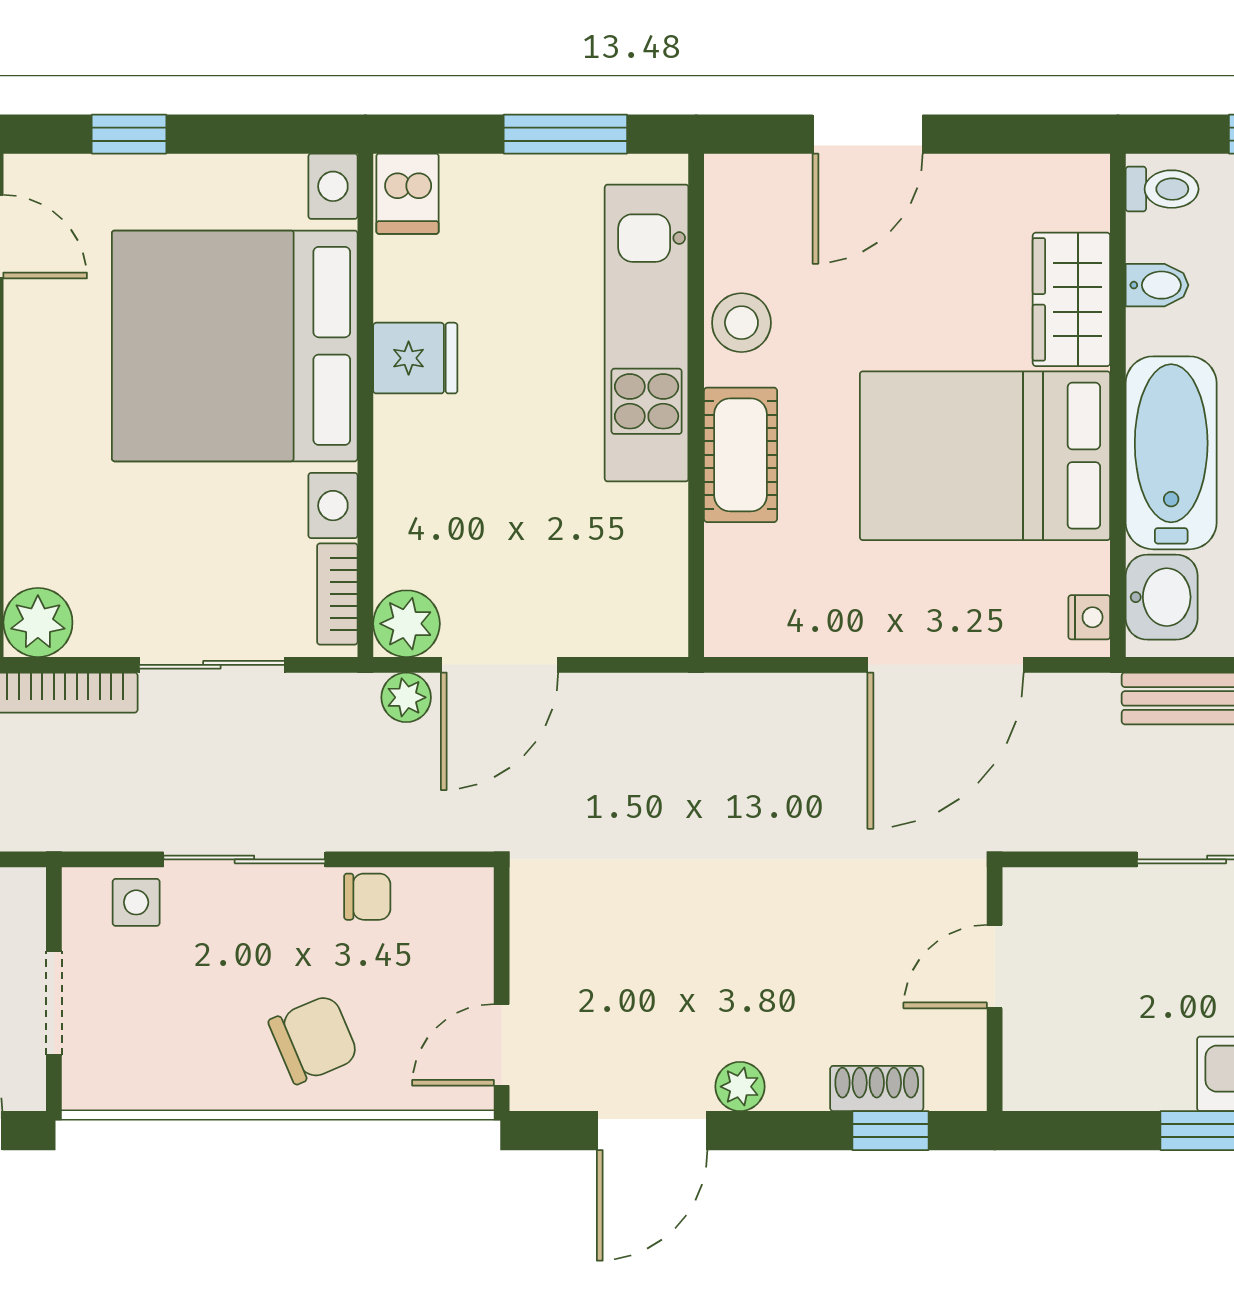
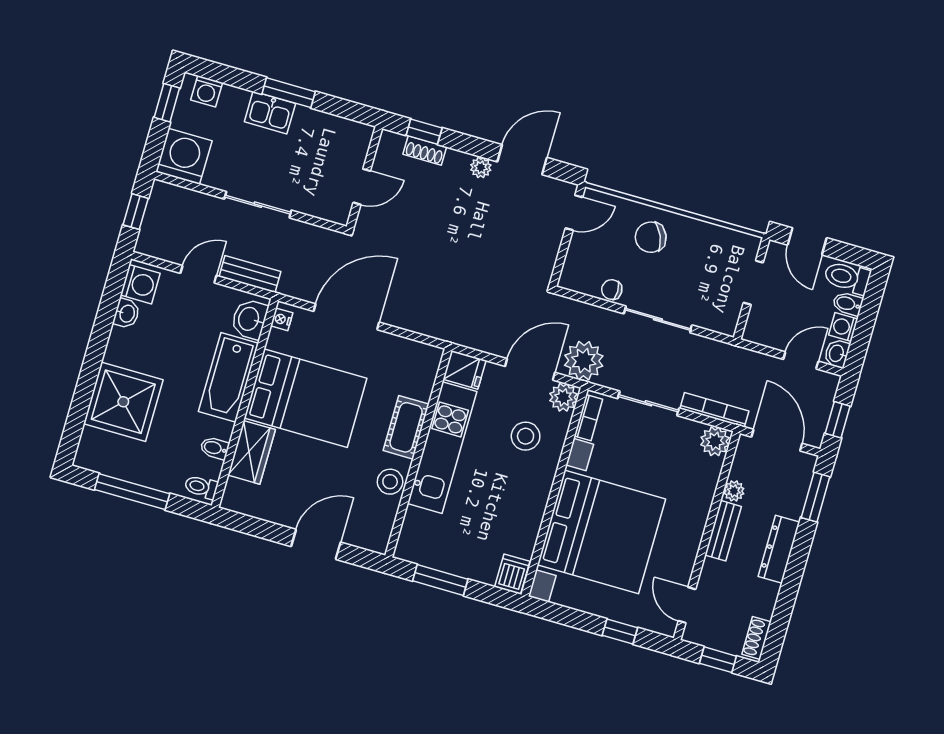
kitchen unit: (647, 333) -> (442, 448), moved
fridge: (415, 358) -> (465, 370), moved, turned 180
stool: (467, 512) -> (526, 436), added
plant: (406, 697) -> (584, 361), width x1.87, depth x1.87
side table: (136, 902) -> (708, 314), removed

